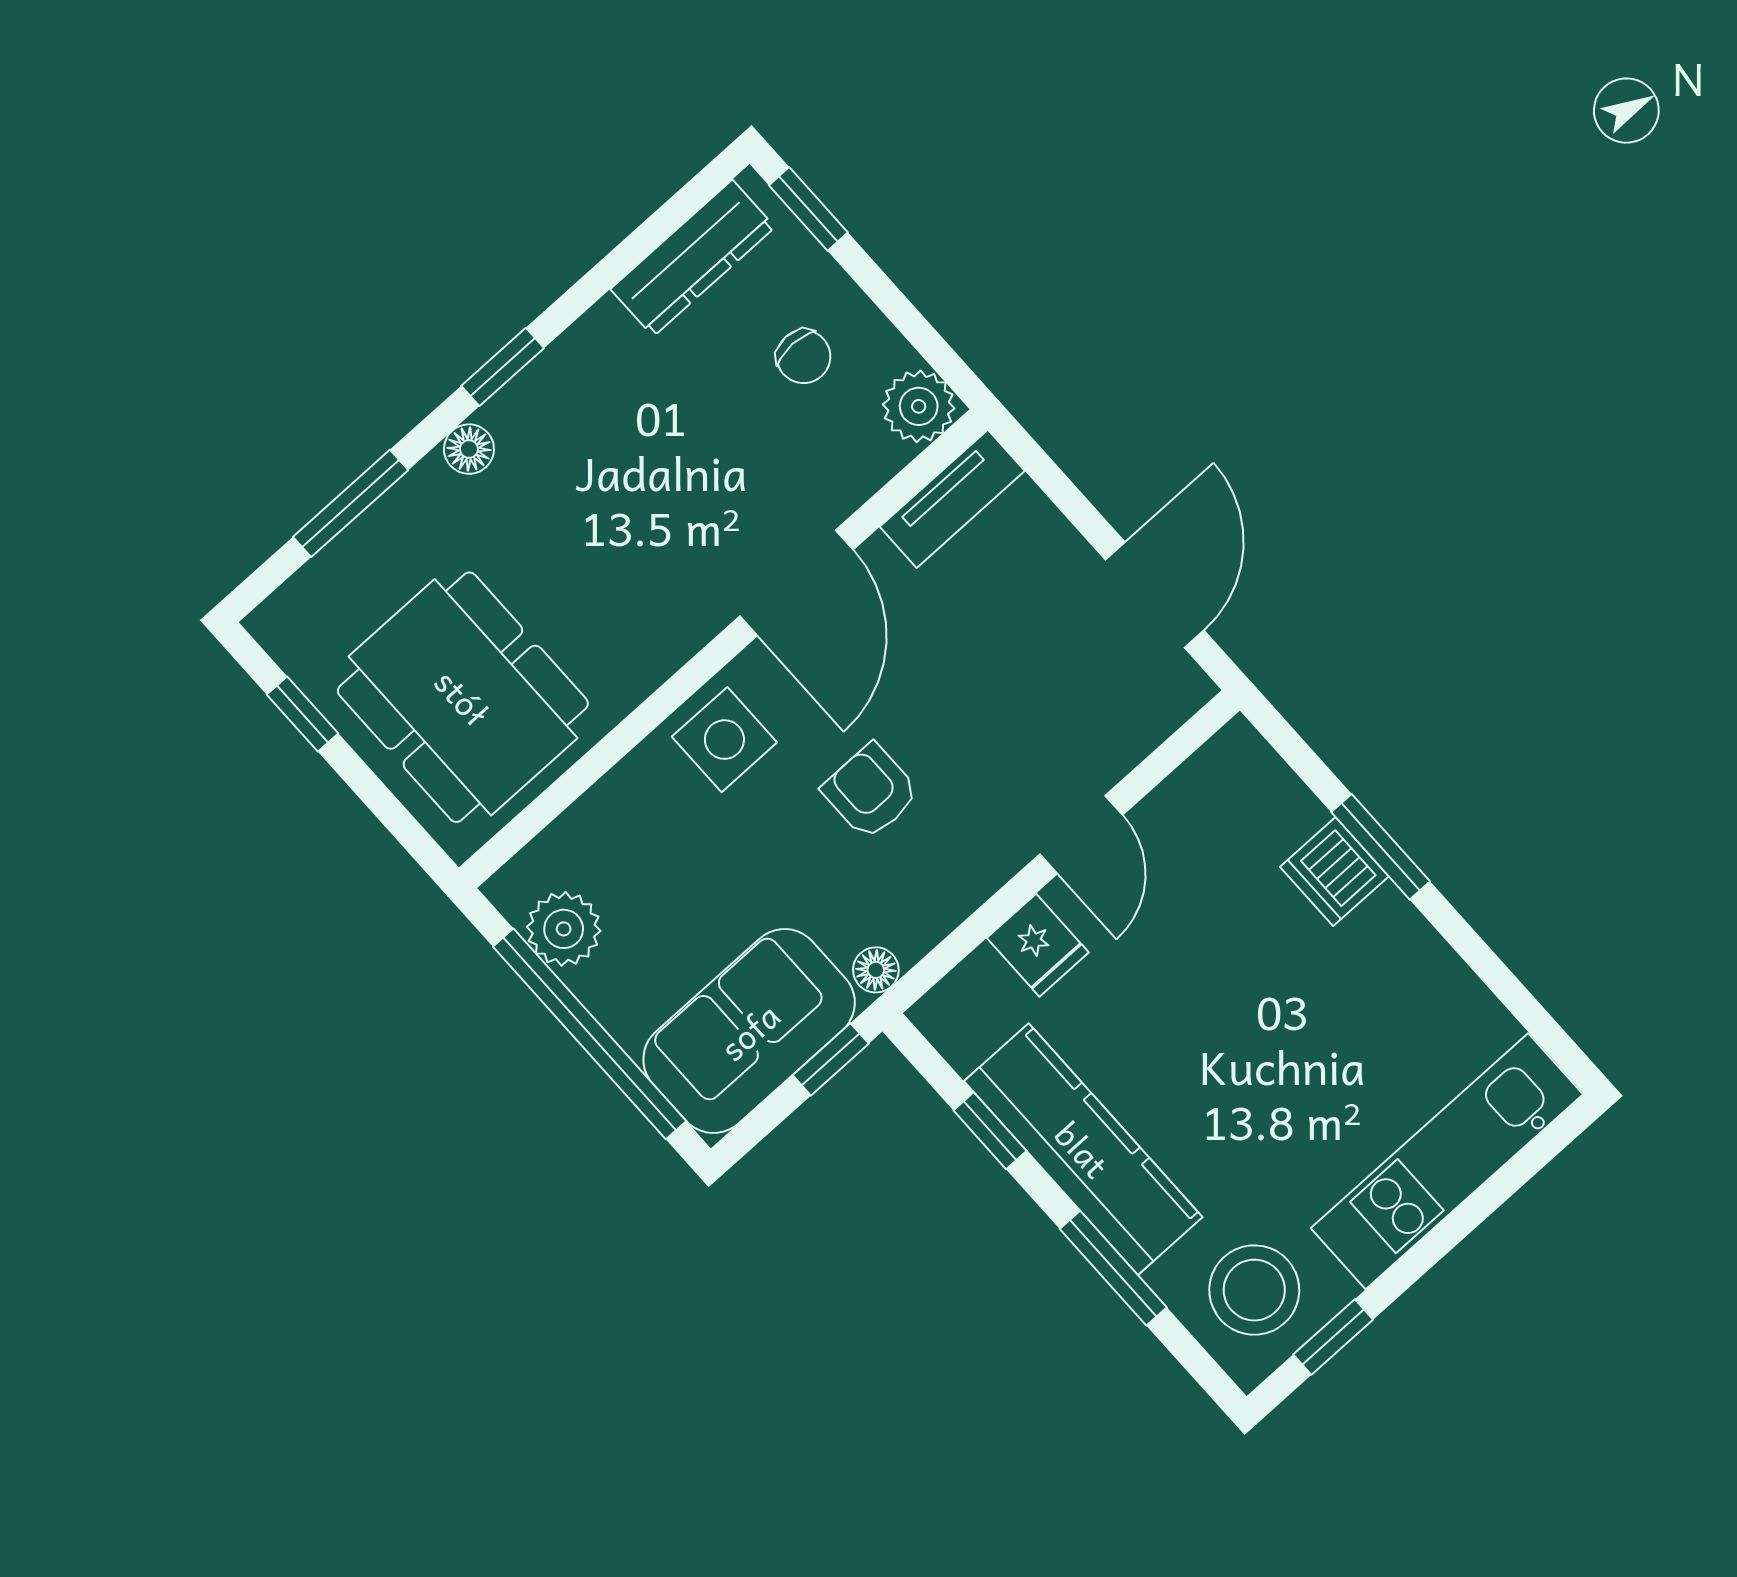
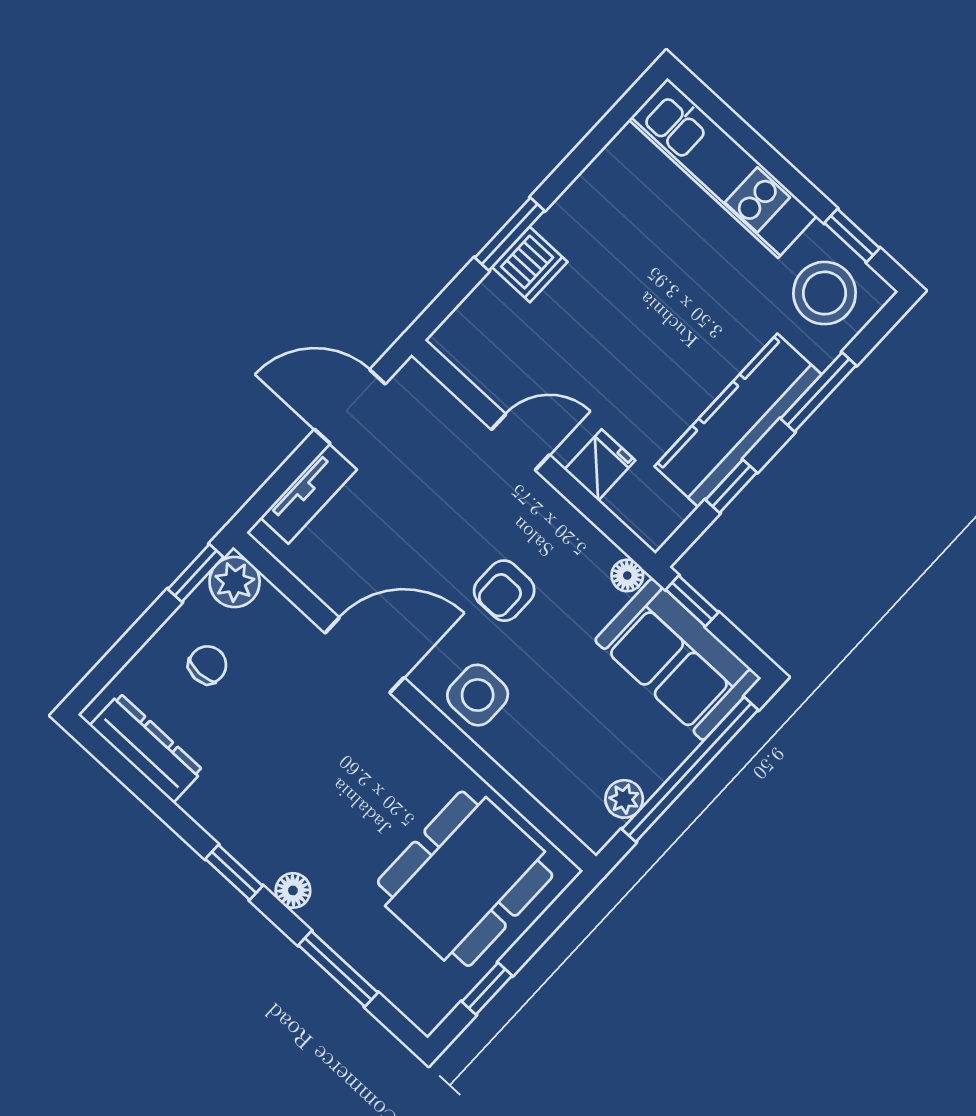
window: (808, 209) -> (196, 573), moved
tv unit: (952, 499) -> (309, 494), moved, turned 90
plant: (564, 929) -> (624, 799), width x0.73, depth x0.73

